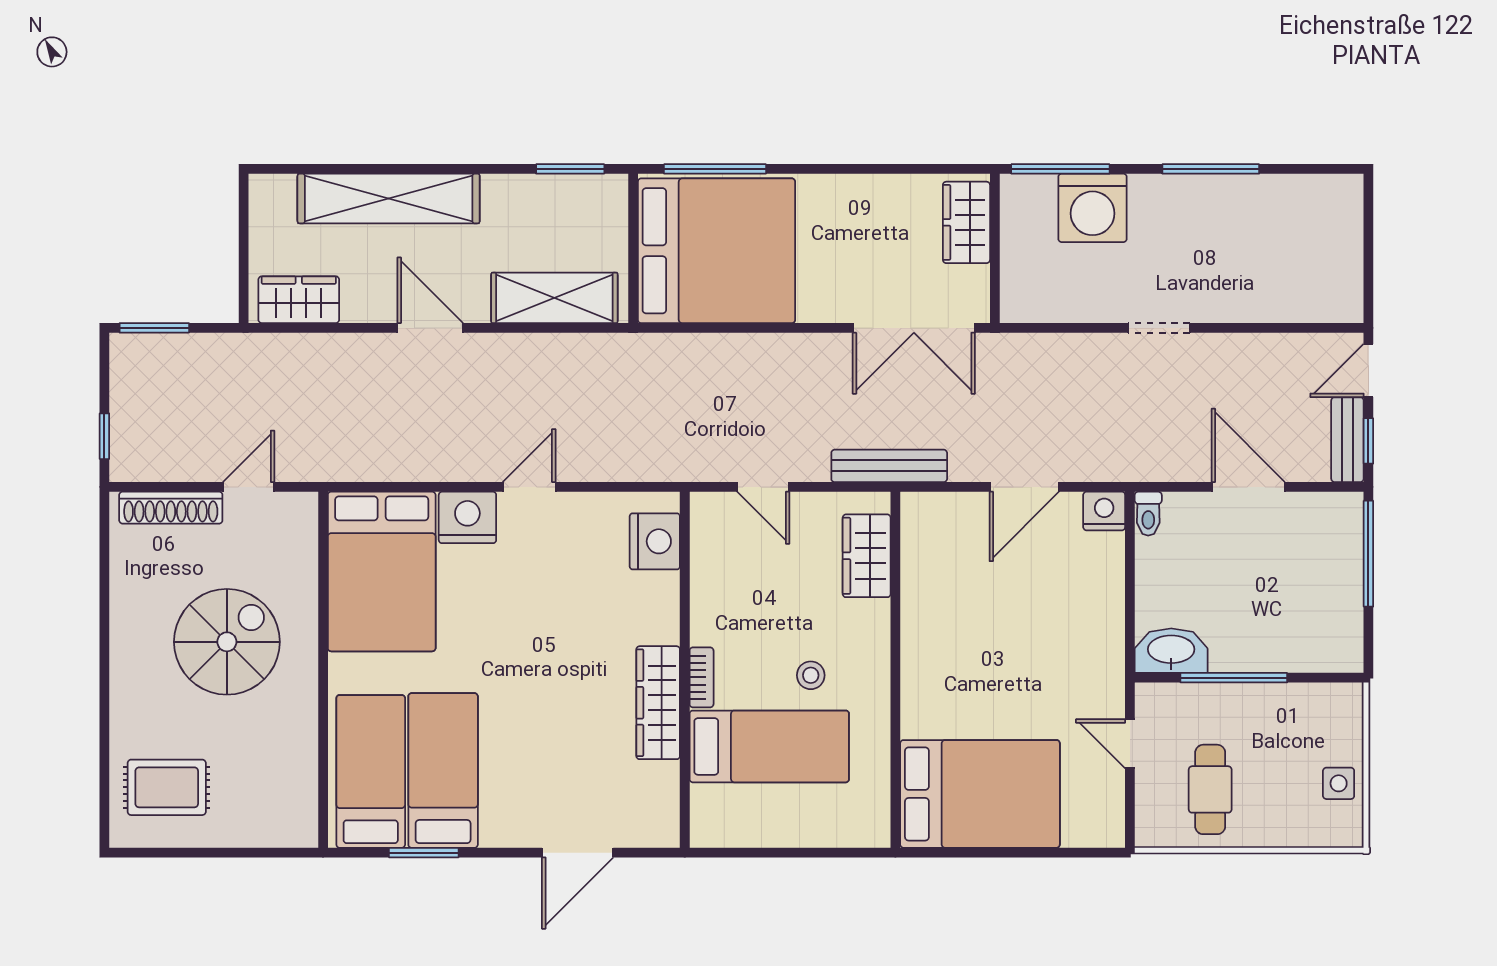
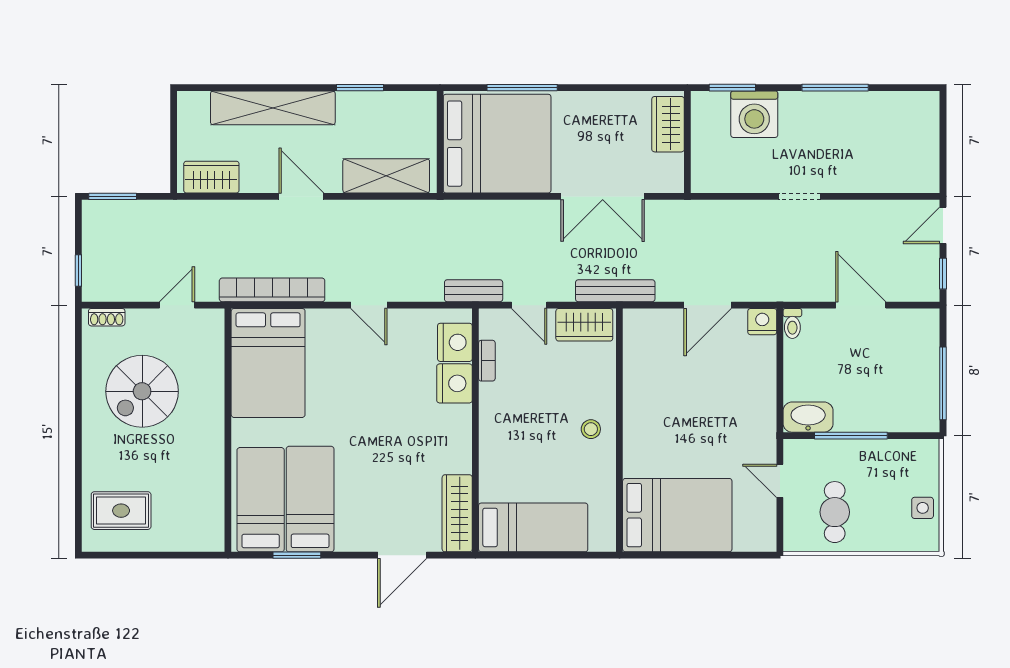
window: (570, 169) -> (360, 88), moved
window: (715, 169) -> (522, 88), moved
window: (1060, 169) -> (732, 88), width x0.69
double door: (914, 328) -> (603, 196), moved
bench: (1347, 440) -> (474, 291), moved, turned 90
bookcase: (388, 465) -> (272, 290), added
door: (529, 487) -> (369, 305), swing flipped
shoe rack: (171, 508) -> (107, 317), width x0.51, depth x0.81
nightstand: (467, 517) -> (454, 383), moved, turned 90
window: (1368, 554) -> (943, 383), moved
wardrobe: (867, 556) -> (584, 325), moved, turned -90
spiral stairs: (227, 642) -> (142, 391), moved, turned 180
stool: (811, 675) -> (591, 429), moved
bookcase: (702, 677) -> (487, 361), moved
wardrobe: (658, 703) -> (457, 513), moved
bed: (769, 746) -> (533, 527), moved

